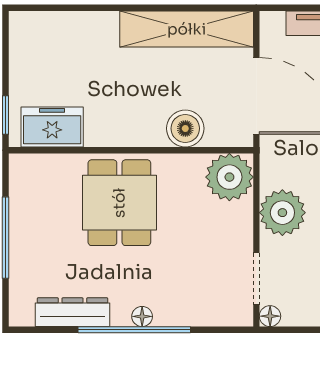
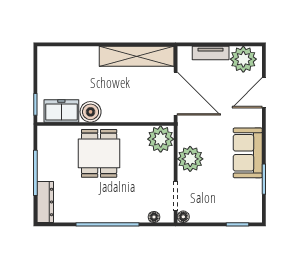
boiler: (185, 128) -> (91, 112), moved
dresser: (73, 312) -> (45, 202), moved, turned 90
floor lamp: (142, 316) -> (154, 217), moved

